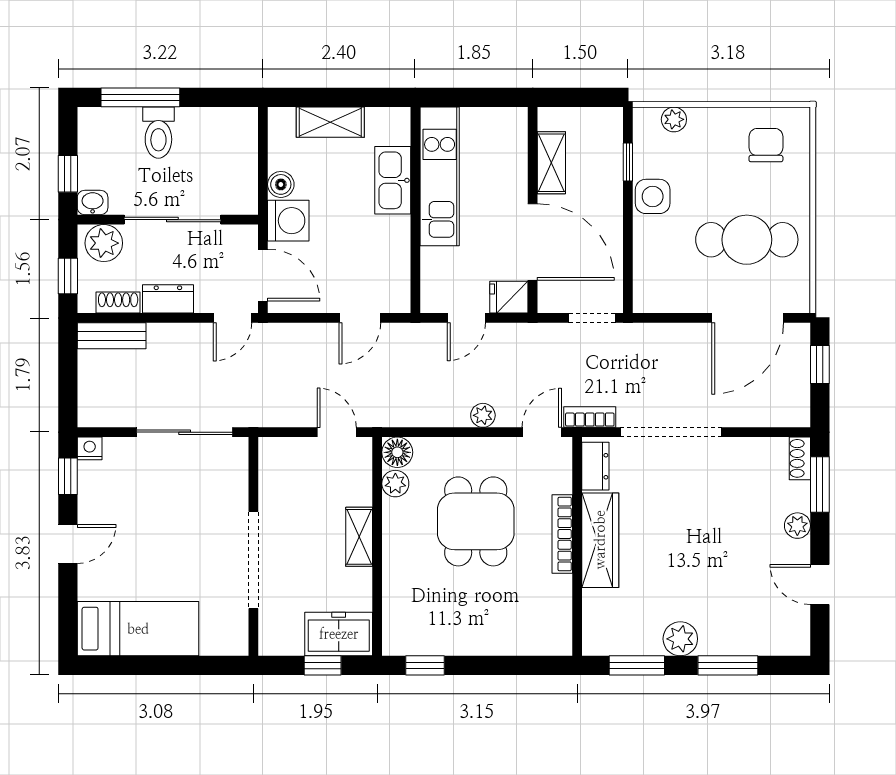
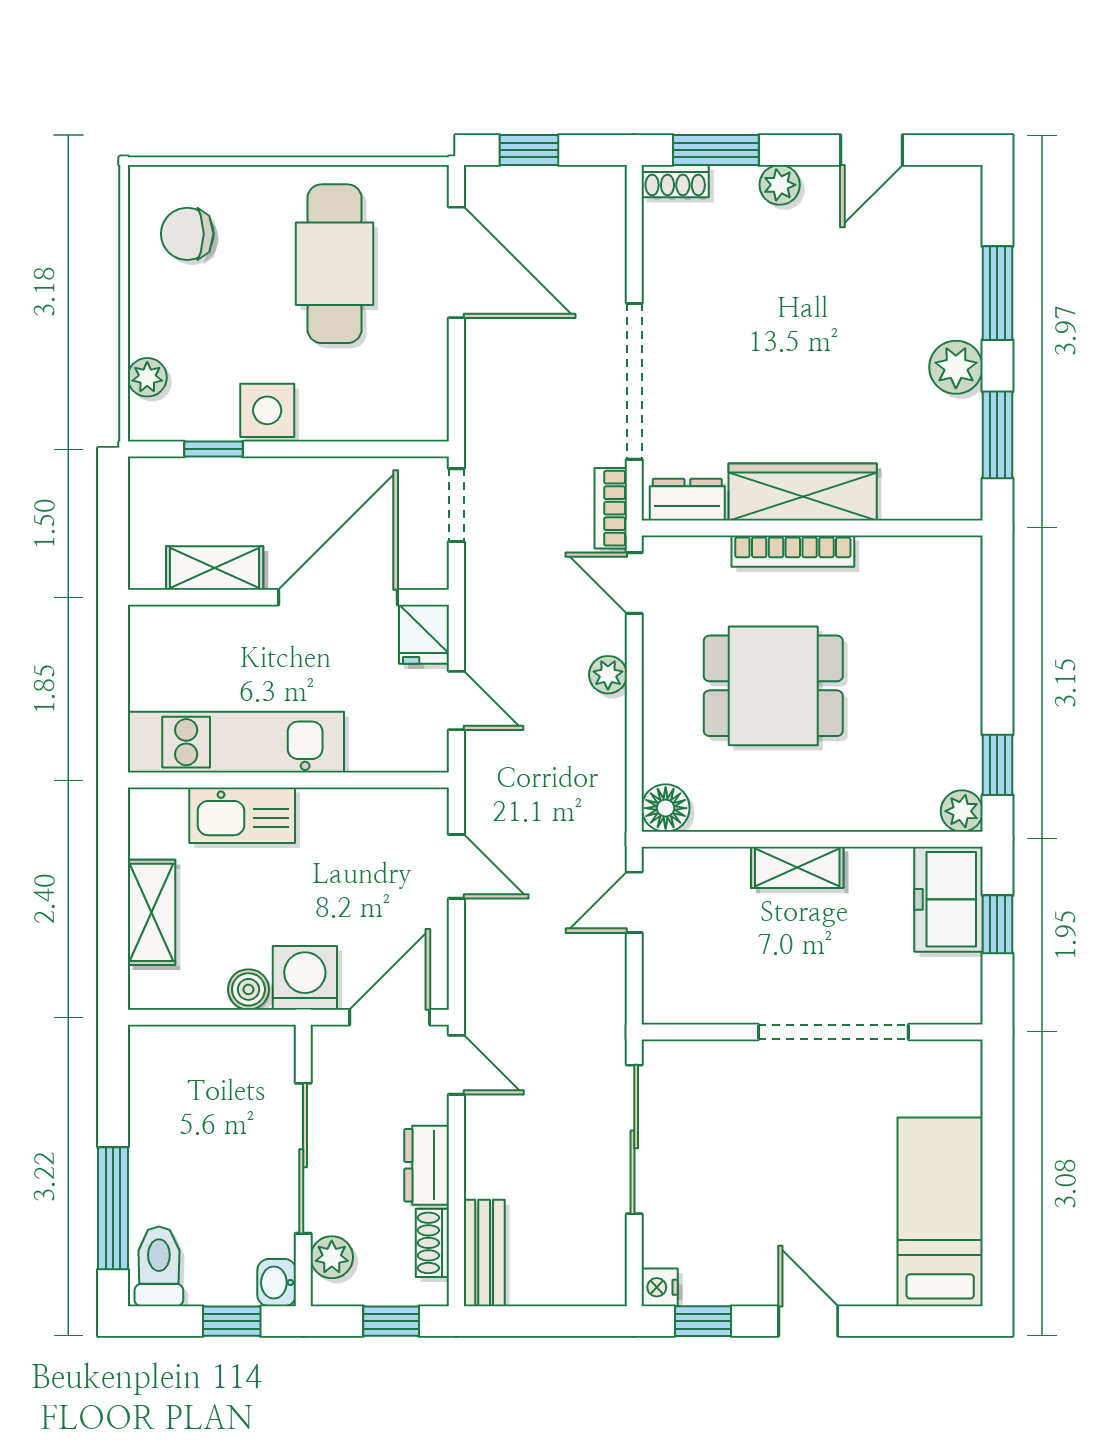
toilet: (158, 133) -> (159, 1266), moved, turned -90
plant: (104, 243) -> (332, 1257), width x0.73, depth x0.73
plant: (395, 484) -> (962, 811), moved

